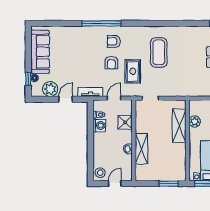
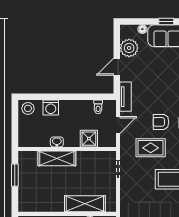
window: (28, 79) -> (166, 22), moved
door: (114, 98) -> (118, 125), hinge flipped
door: (66, 99) -> (117, 67), swing flipped
washing machine: (99, 125) -> (51, 108), moved
door: (115, 184) -> (15, 126), removed
window: (169, 184) -> (15, 175), moved

